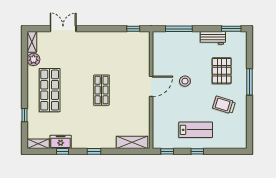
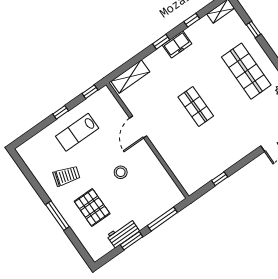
window: (133, 29) -> (220, 179), moved
window: (231, 29) -> (132, 241), moved
door: (151, 86) -> (138, 127), moved
freezer: (61, 142) -> (177, 44), moved

